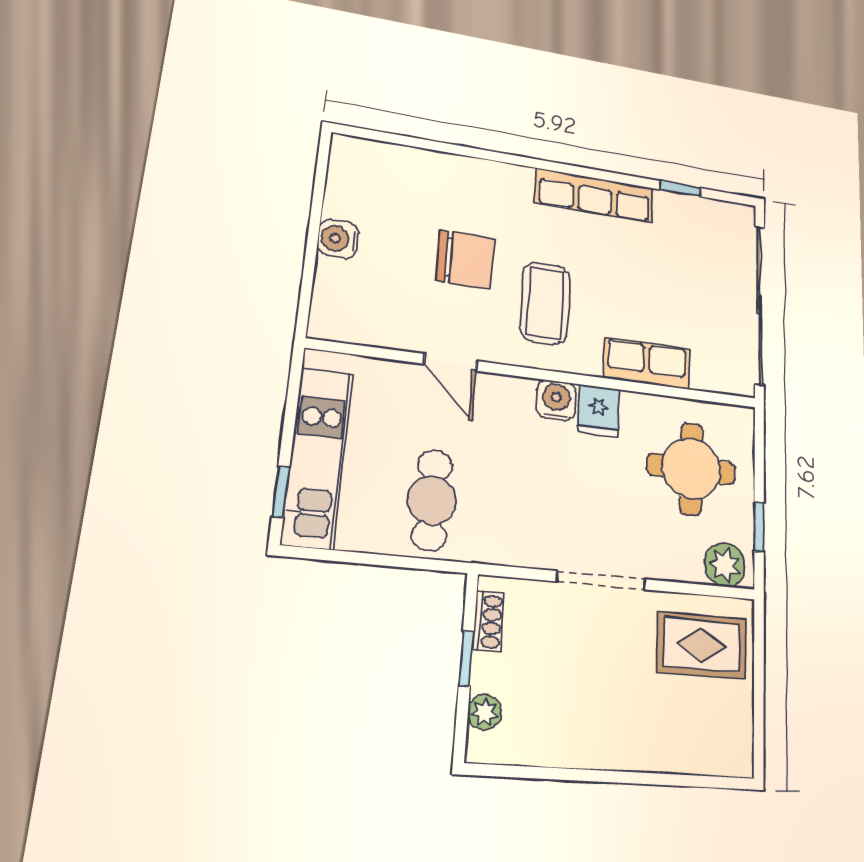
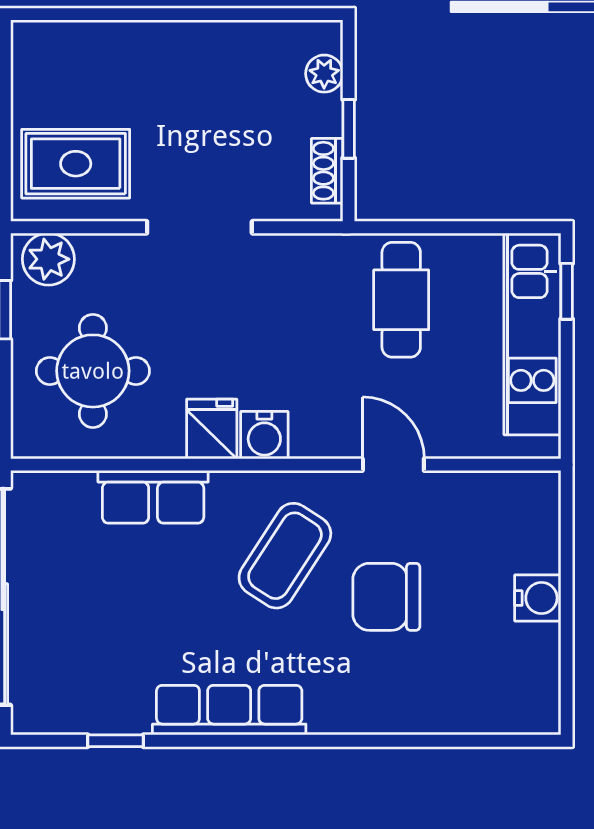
coffee table: (545, 303) -> (285, 556), turned 33

